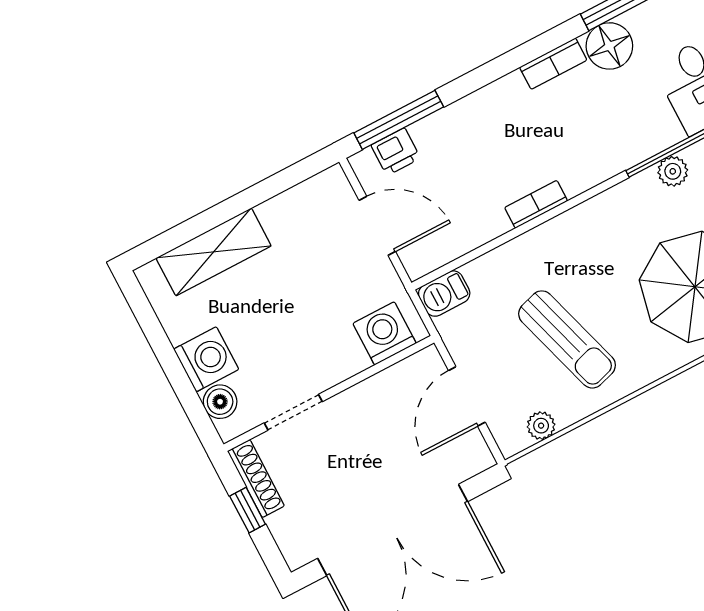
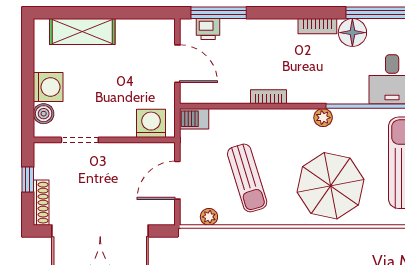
plant: (673, 171) -> (323, 118), moved
shoe rack: (256, 479) -> (41, 203), moved

